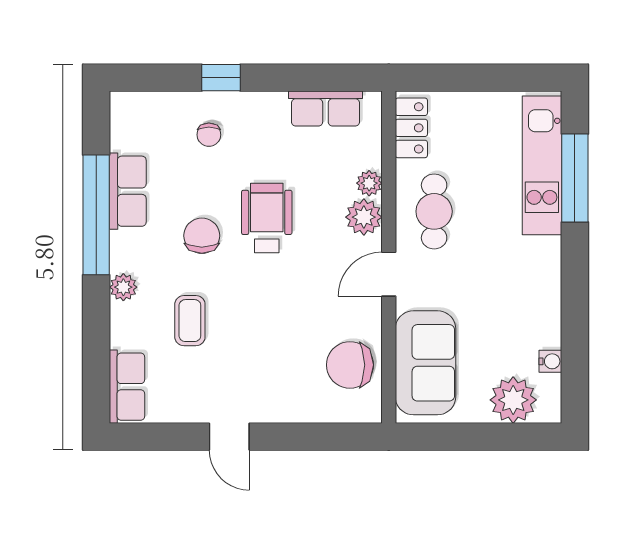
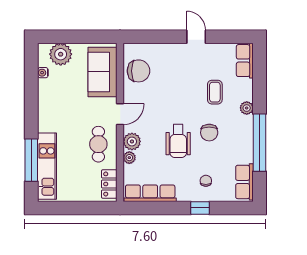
row of seats: (325, 109) -> (150, 193), width x1.48
row of seats: (128, 191) -> (244, 182), moved

